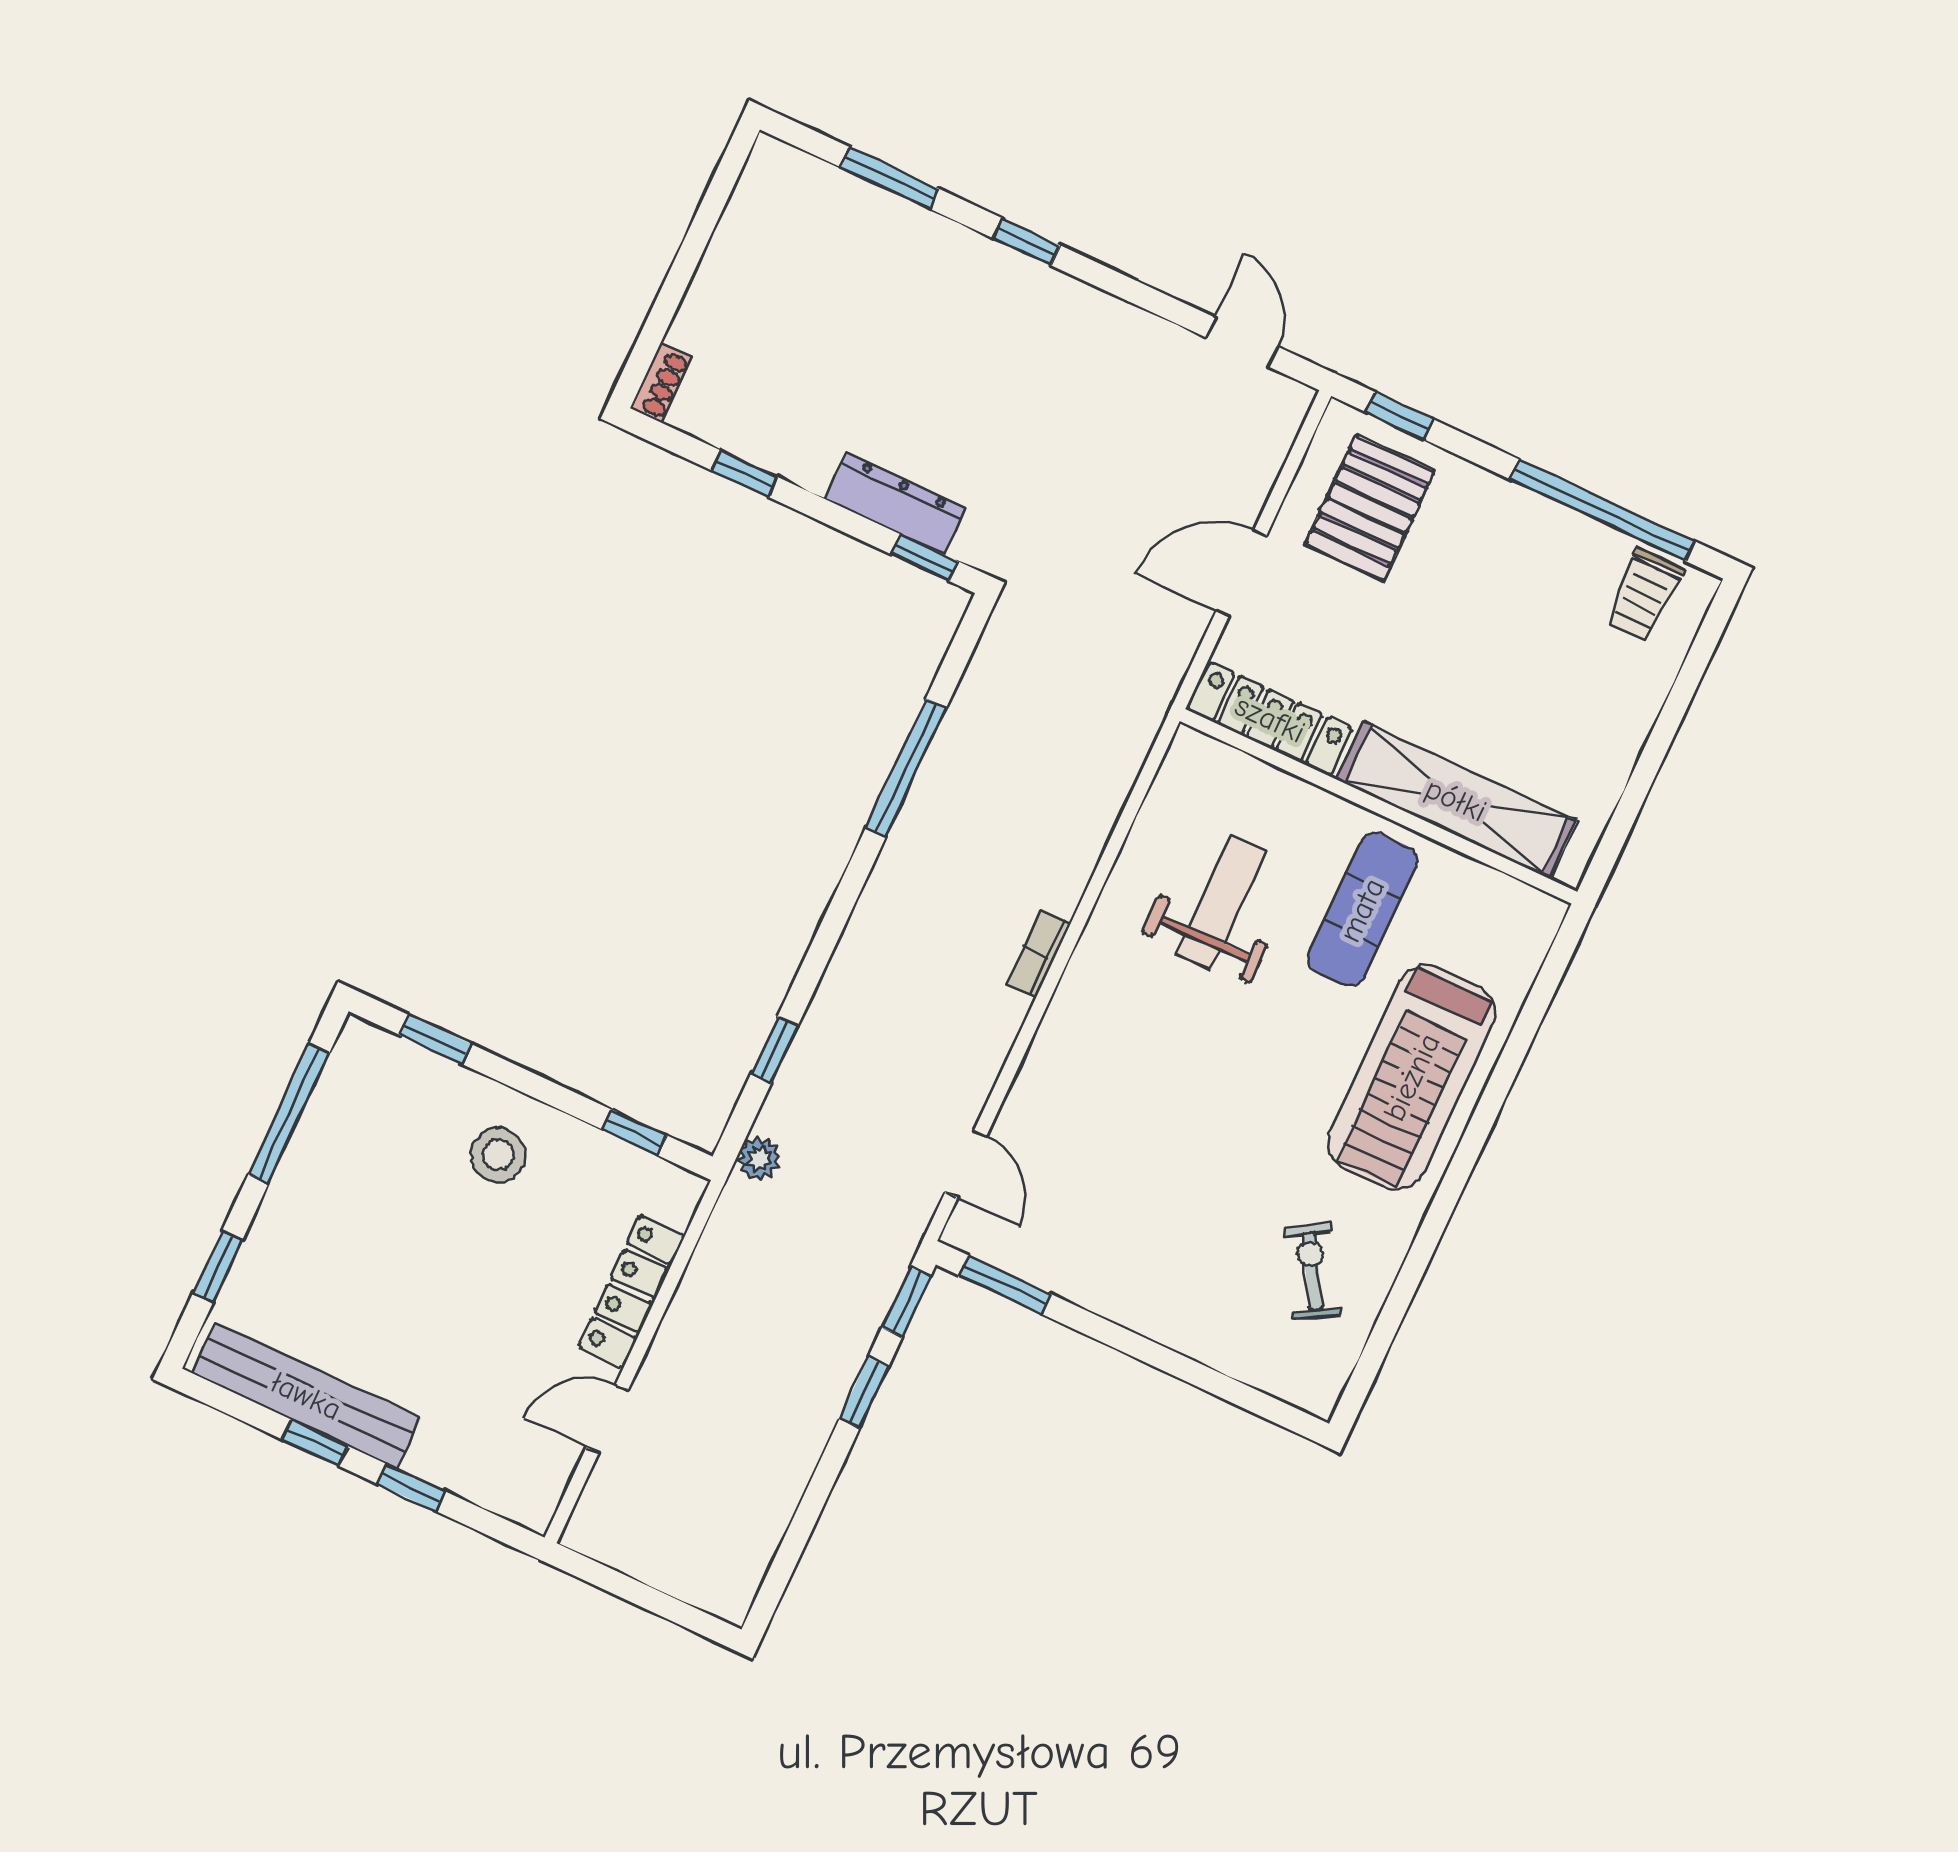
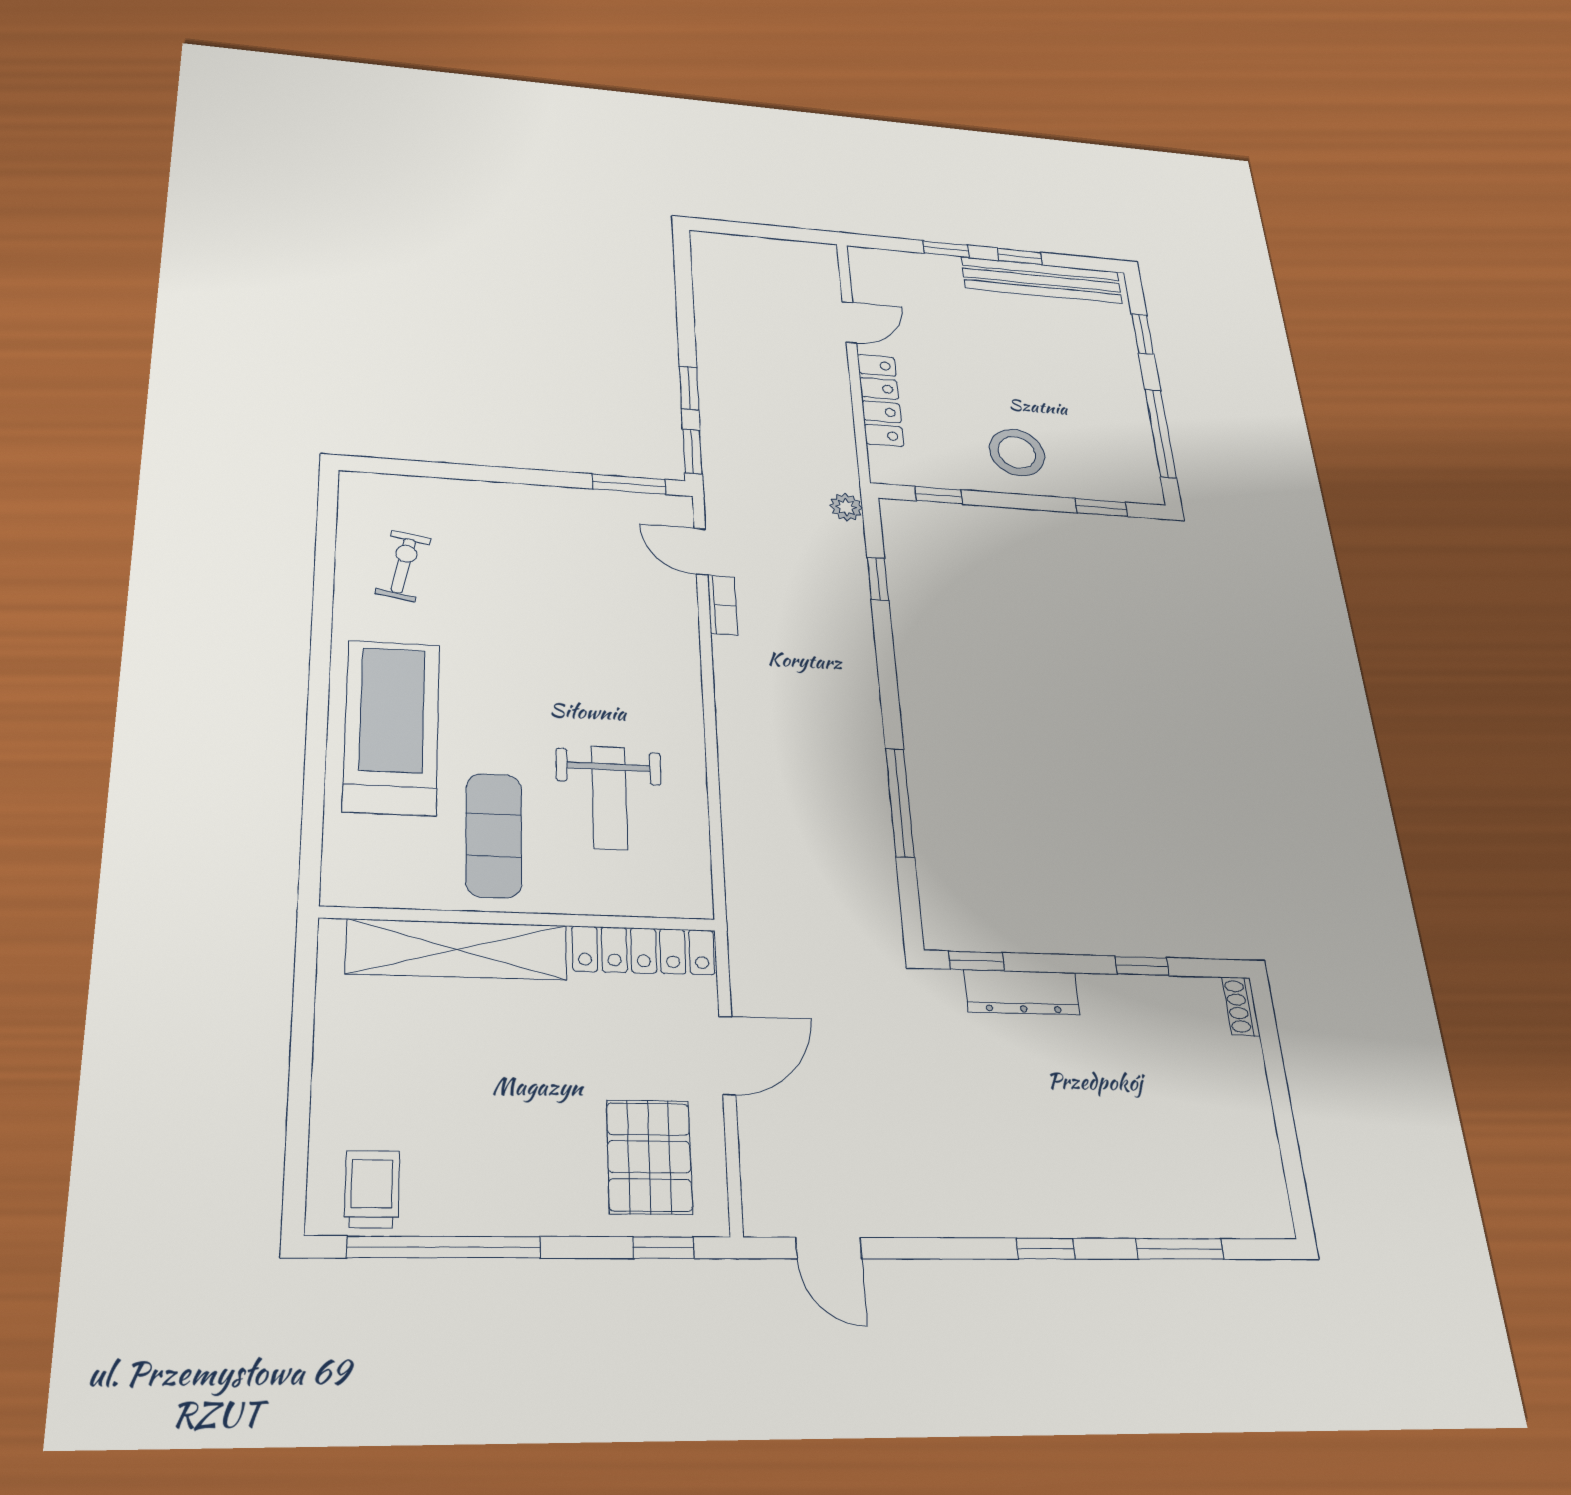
bookcase: (1038, 953) -> (723, 605), moved
stool: (498, 1155) -> (1017, 452), width x1.38, depth x1.38
exercise bike: (1312, 1271) -> (403, 566), turned -138

